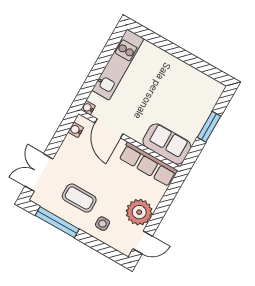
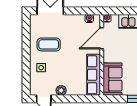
coffee table: (79, 198) -> (49, 44), turned 90
plant: (139, 212) -> (61, 90), width x0.53, depth x0.53
window: (57, 222) -> (26, 39), removed

